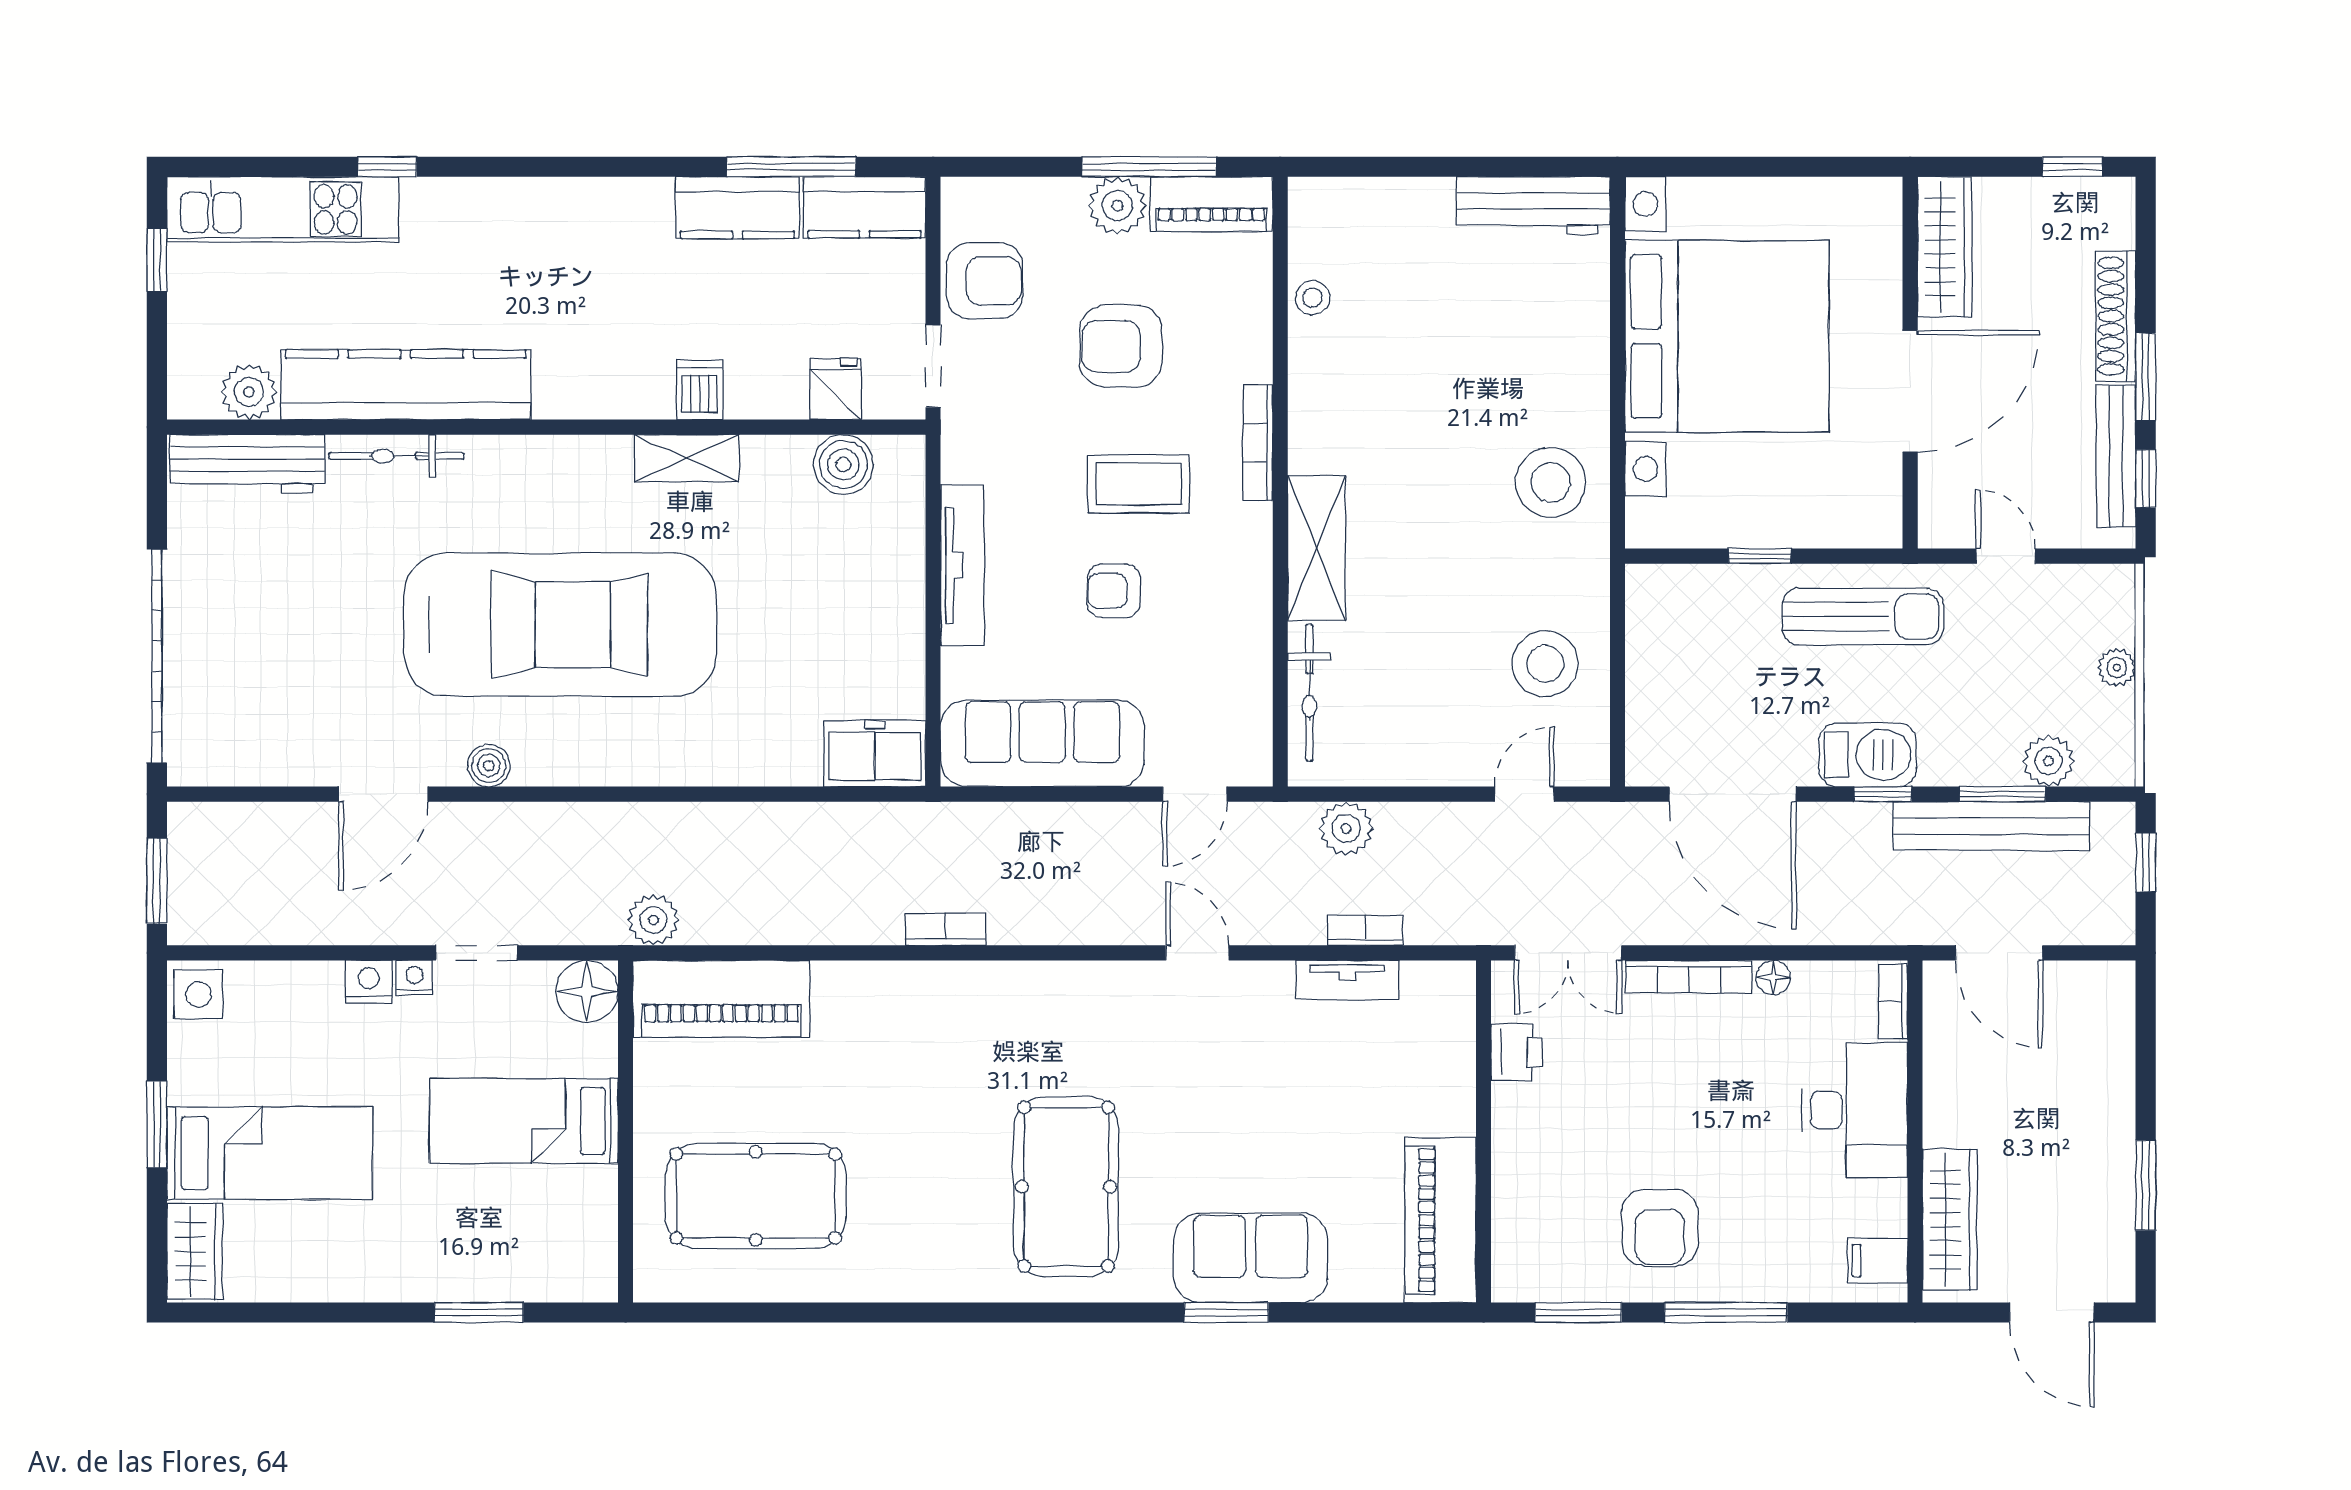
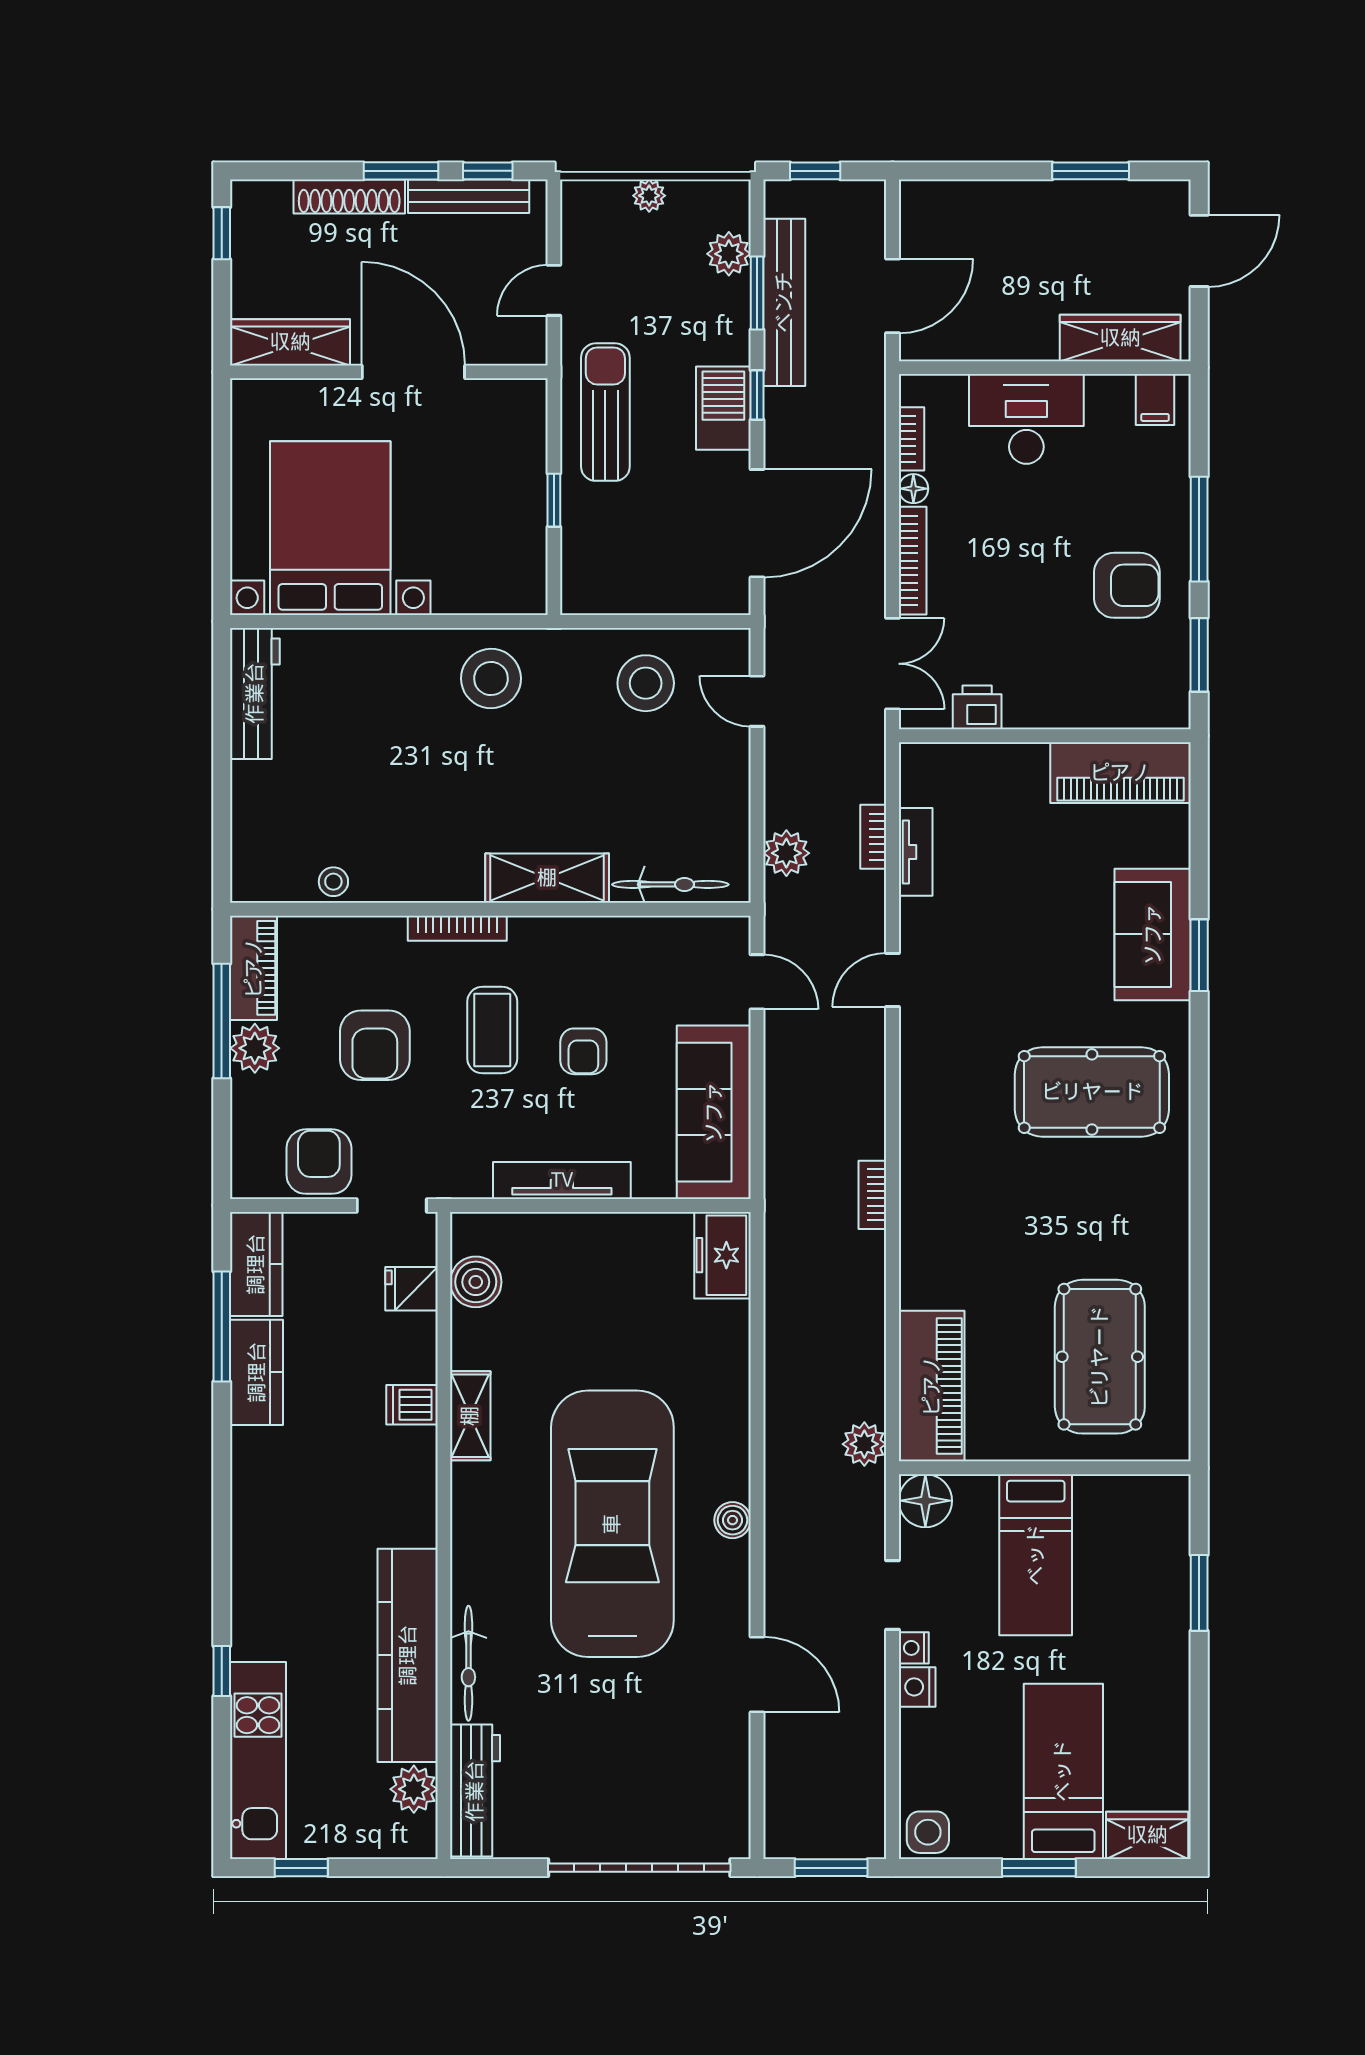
bed with nightstands: (1727, 336) -> (330, 528), width x0.73
boiler: (489, 765) -> (733, 1520), moved
bookcase: (1893, 1002) -> (911, 439), moved, turned -90

